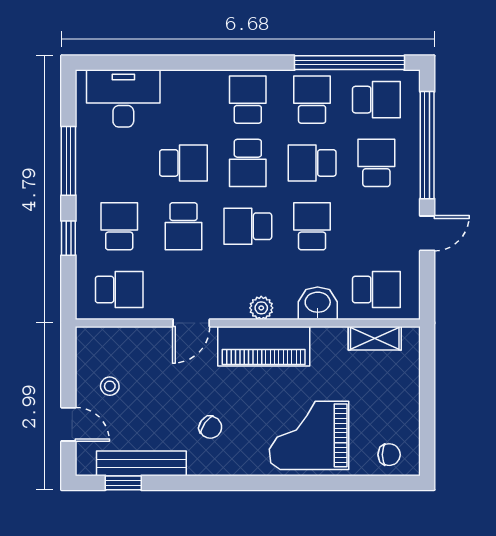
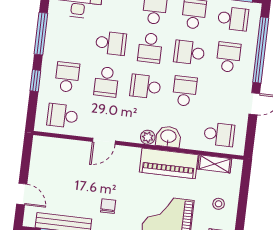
school desk: (119, 290) -> (62, 116), turned 180
washbasin: (318, 303) -> (168, 137), moved
piano: (264, 346) -> (169, 163), moved
stool: (110, 386) -> (219, 204), moved
chair: (210, 427) -> (108, 206), turned -125

